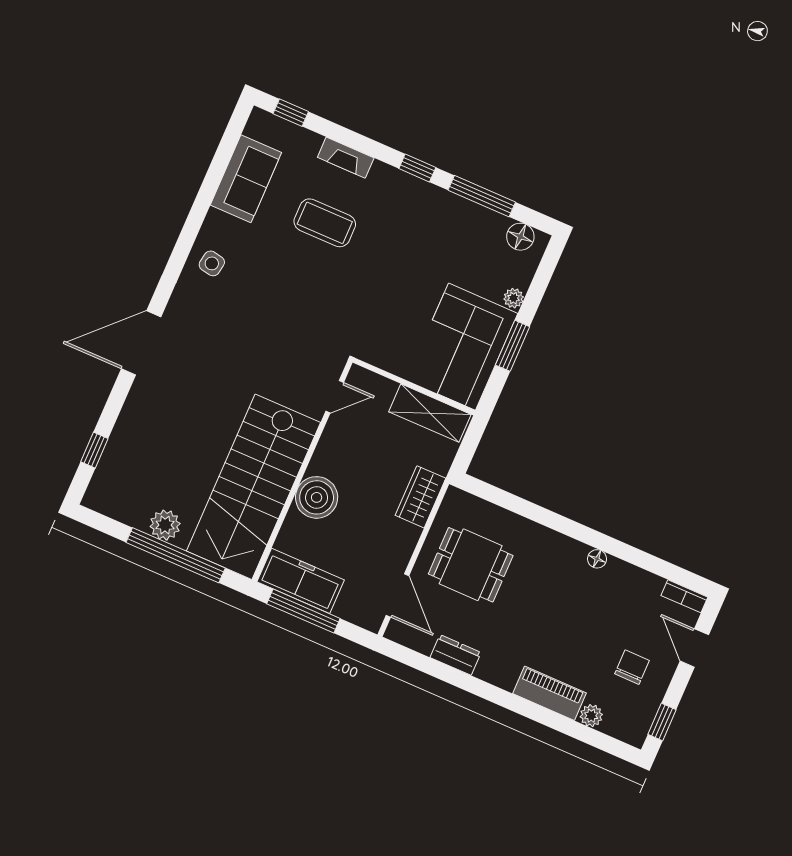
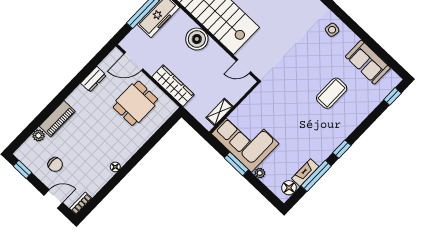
fireplace: (346, 158) -> (305, 173), moved
door: (335, 397) -> (243, 66), hinge flipped
shelving: (430, 413) -> (219, 112), width x0.67, depth x0.75
wardrobe: (420, 497) -> (173, 86), width x1.50

